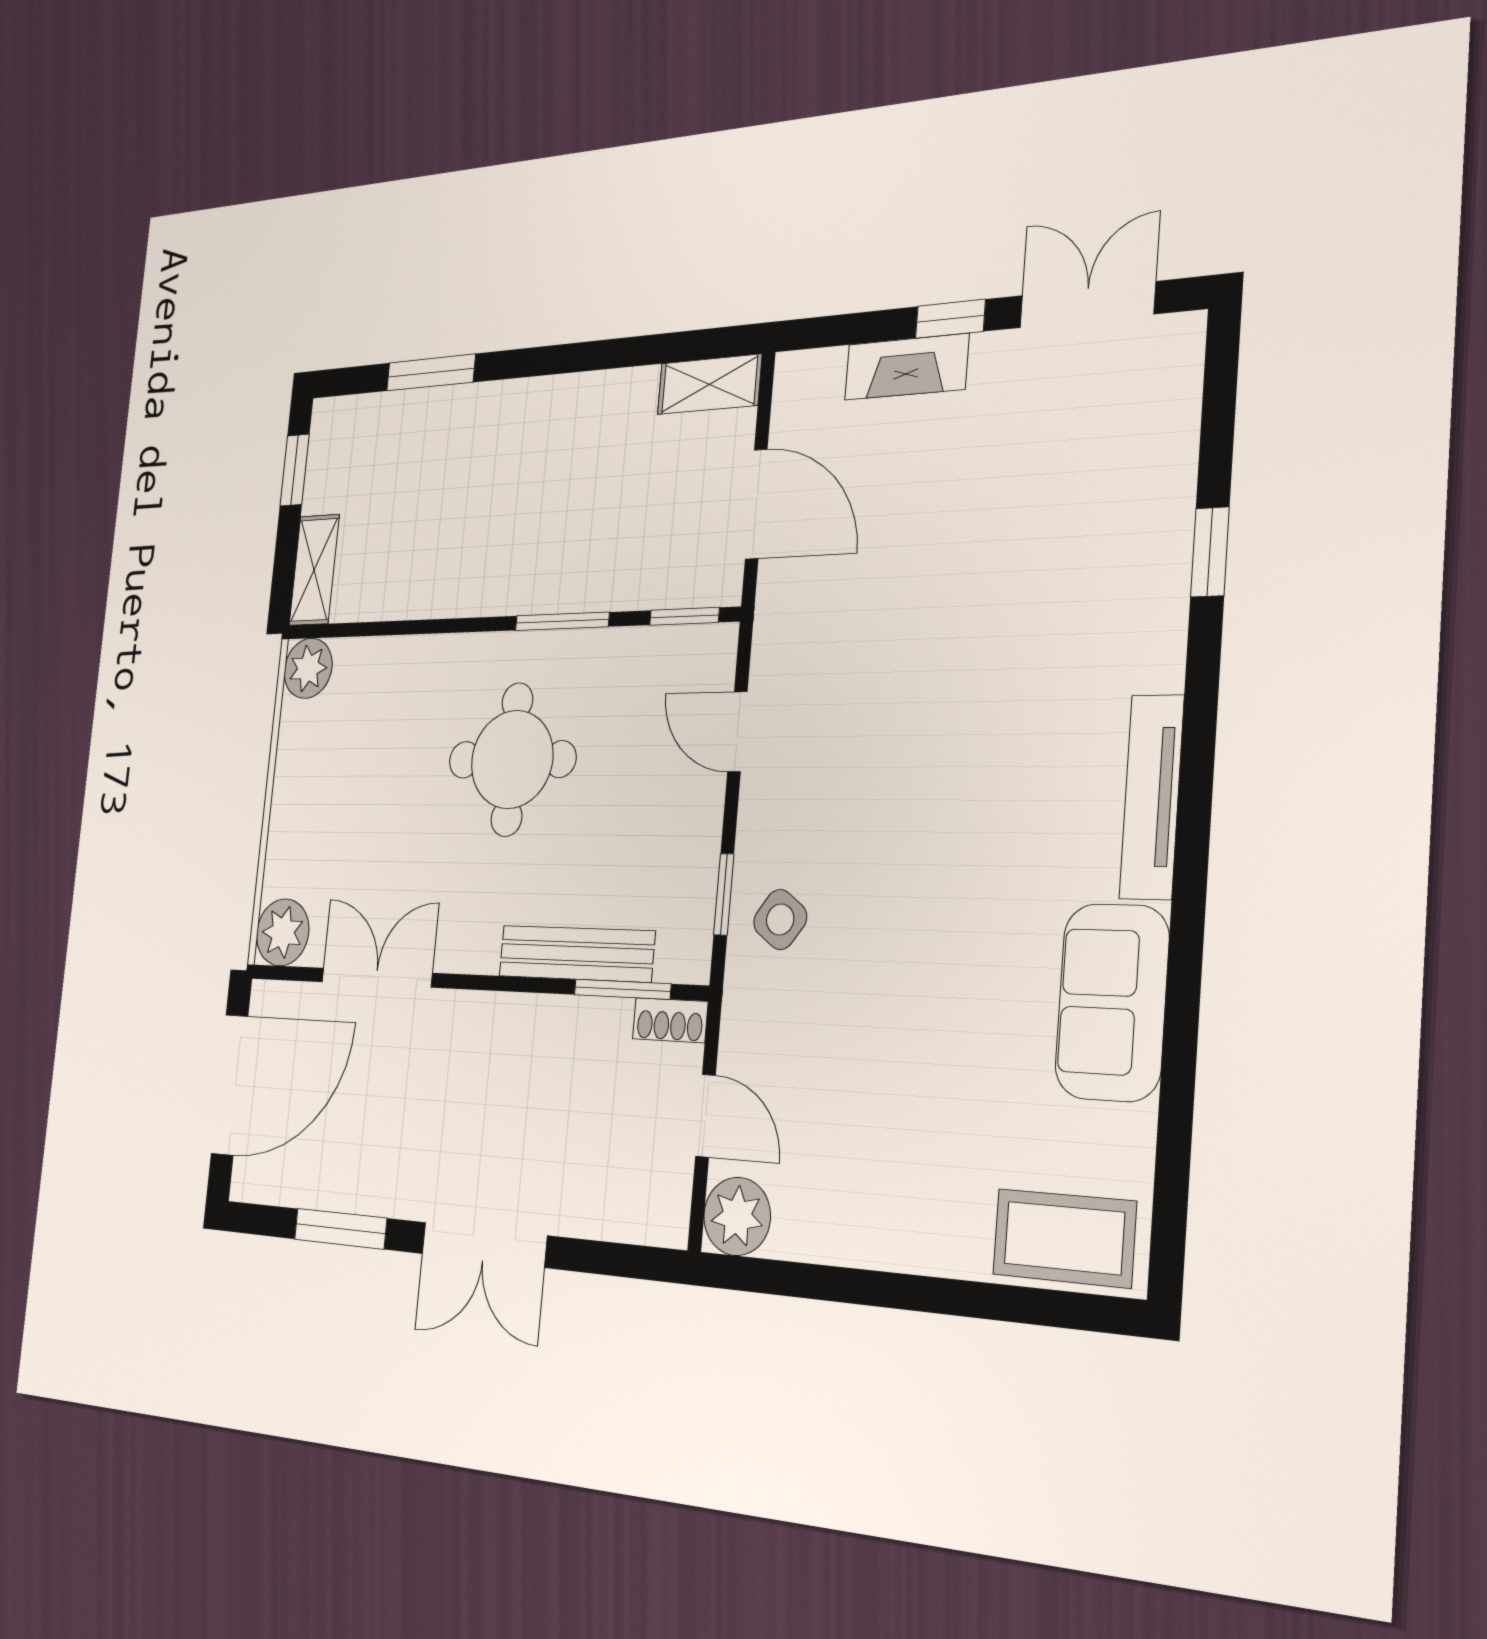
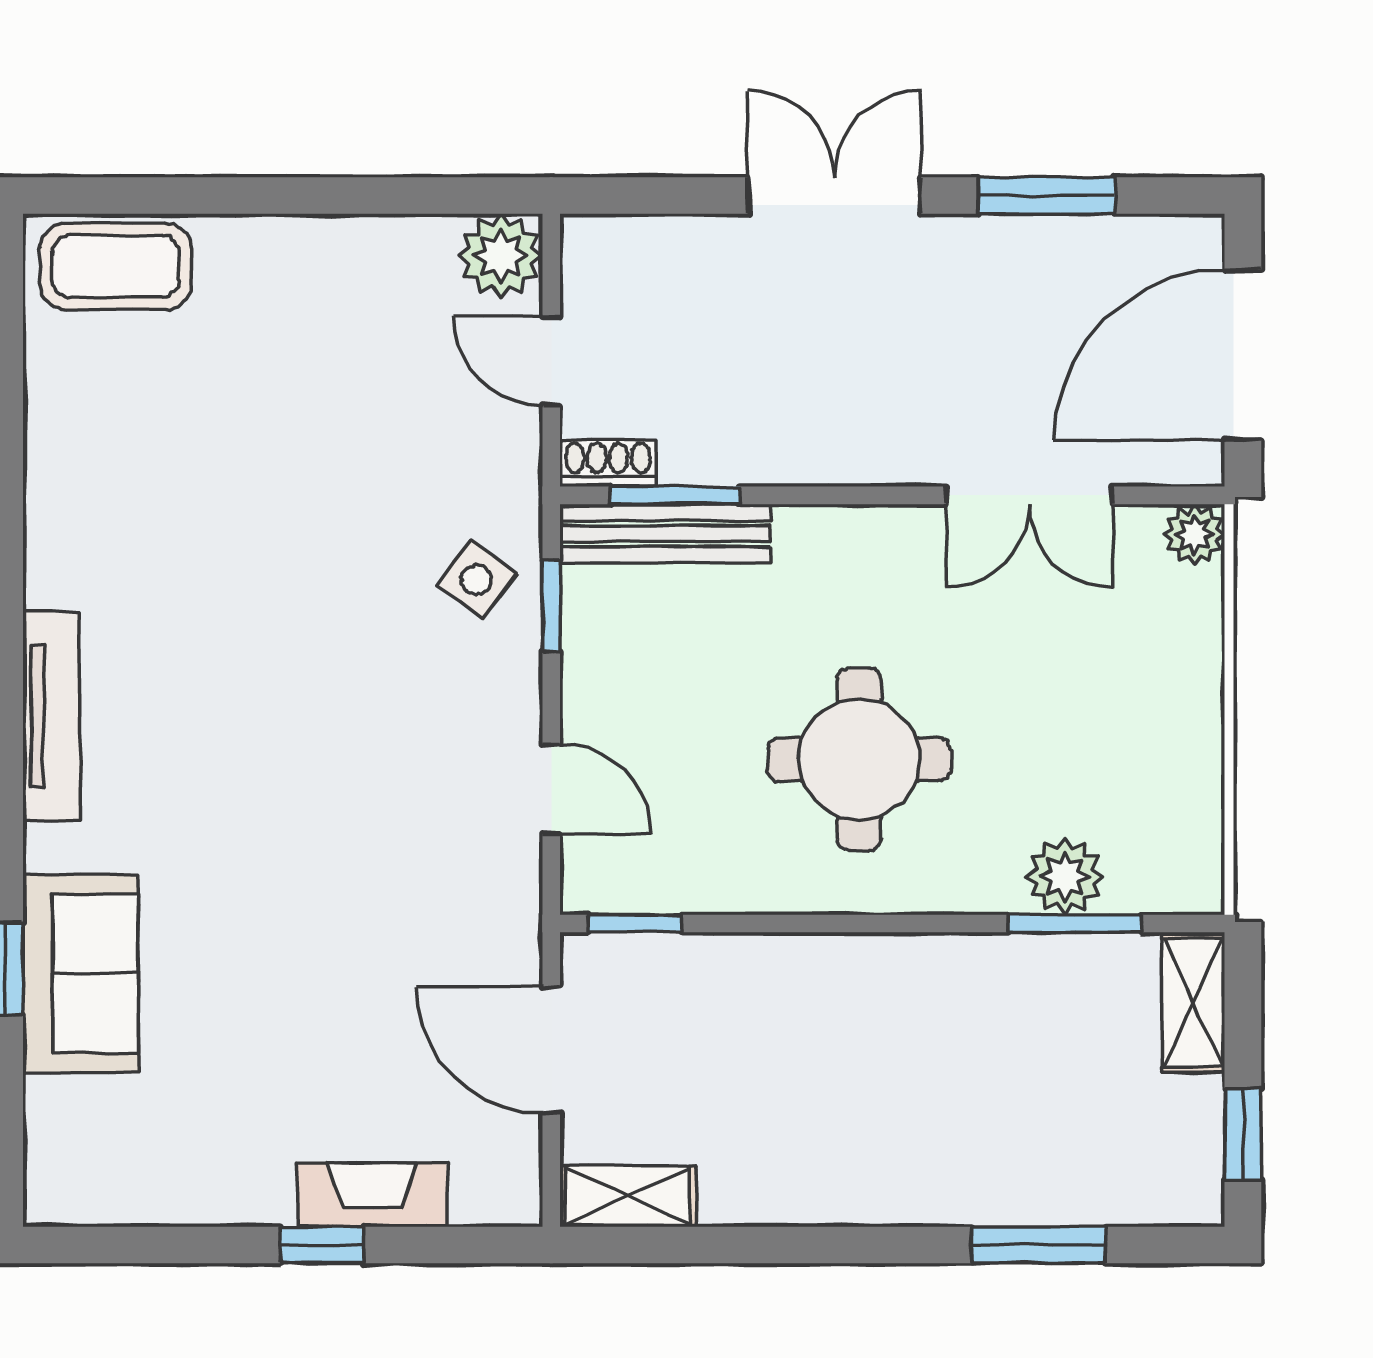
double door: (1087, 305) -> (160, 1245), removed
window: (562, 621) -> (1075, 924), moved
plant: (308, 668) -> (1065, 877), moved
plant: (283, 932) -> (1195, 534), width x0.73, depth x0.73
bench: (576, 954) -> (665, 534), moved
sofa: (1112, 1002) -> (80, 973), moved

